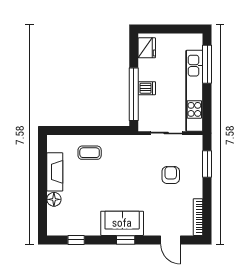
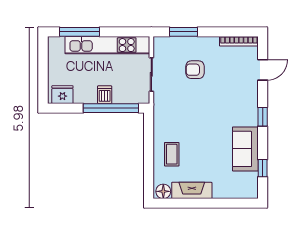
floor lamp: (54, 199) -> (163, 191), moved
sofa: (122, 223) -> (245, 149), moved

